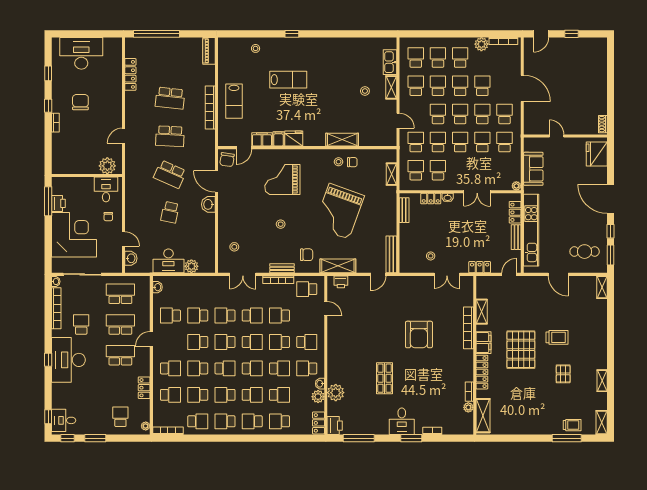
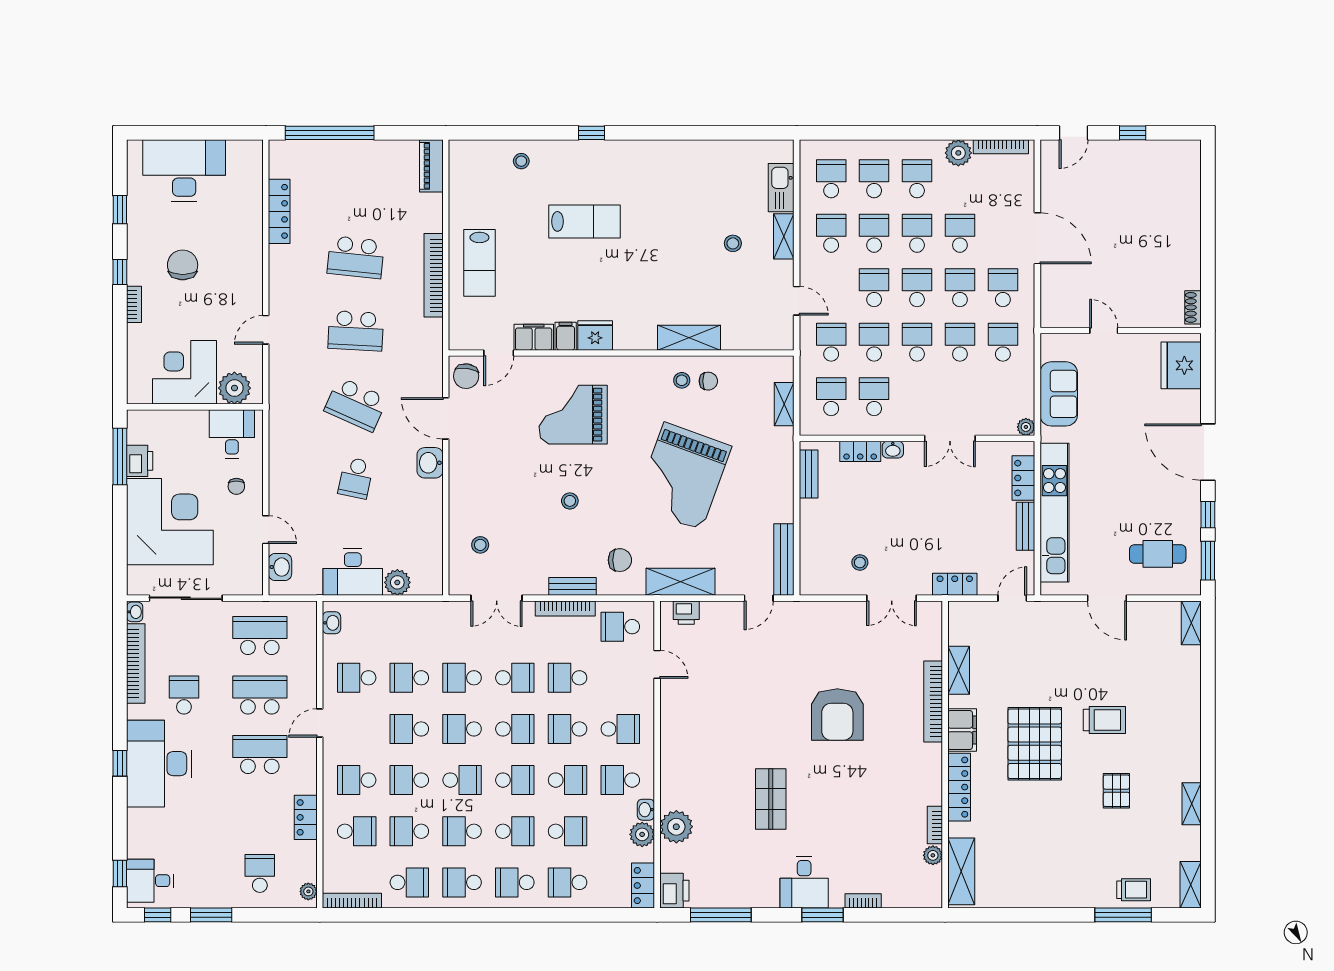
corner desk: (81, 158) -> (185, 372), added
school desk: (170, 368) -> (357, 780), turned 180

